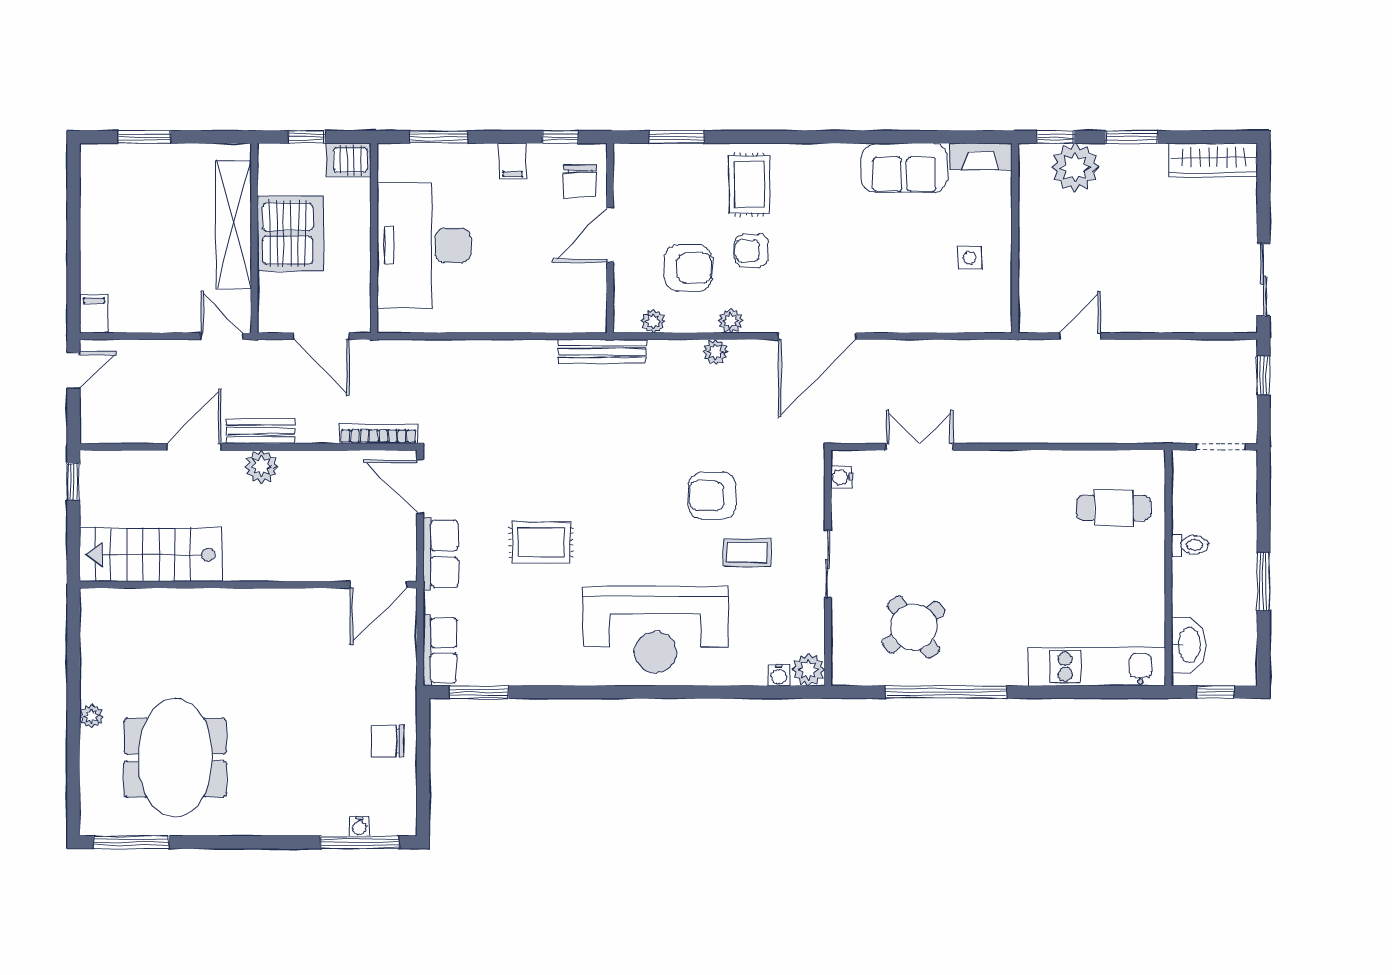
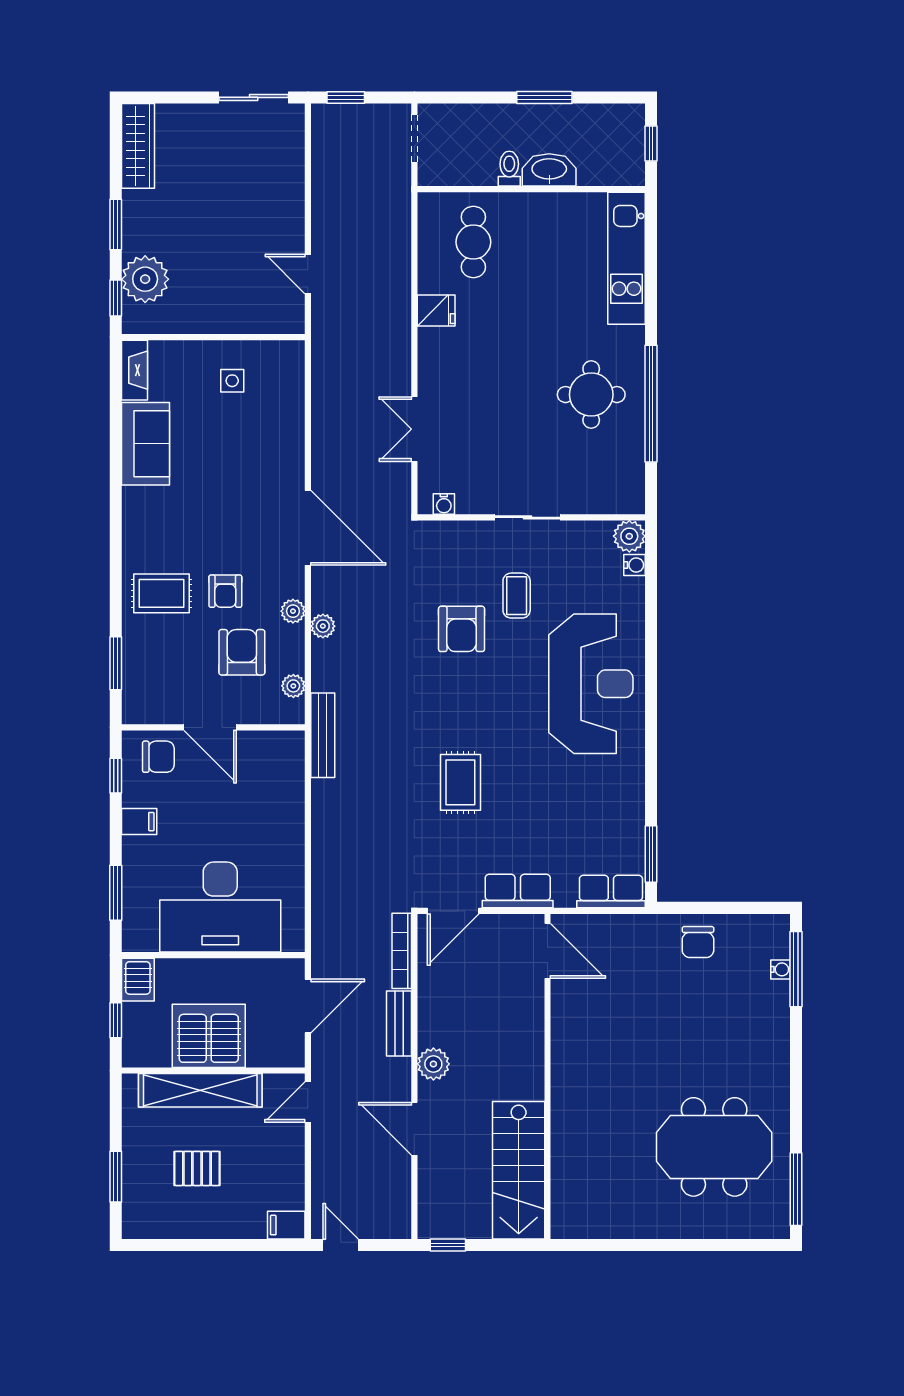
pallet: (153, 221) -> (197, 1168), added
bench: (260, 431) -> (399, 1023), moved
fridge: (1043, 469) -> (436, 310), added
rug: (541, 542) -> (460, 782), moved
round table: (914, 627) -> (591, 395), moved, turned 37
washbasin: (1188, 645) -> (549, 170), moved
plant: (91, 716) -> (674, 1228), removed

